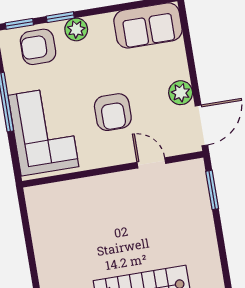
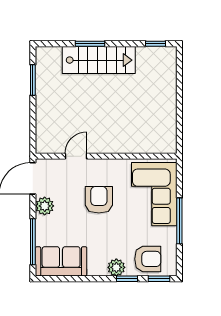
window: (188, 45) -> (33, 242), added
door: (151, 163) -> (76, 156), swing flipped
window: (212, 190) -> (33, 80), moved

